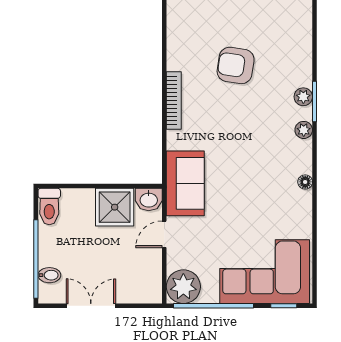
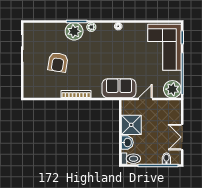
plant: (303, 97) -> (74, 31), width x1.87, depth x1.87
washbasin: (149, 199) -> (127, 142), moved
door: (164, 234) -> (145, 99), swing flipped

